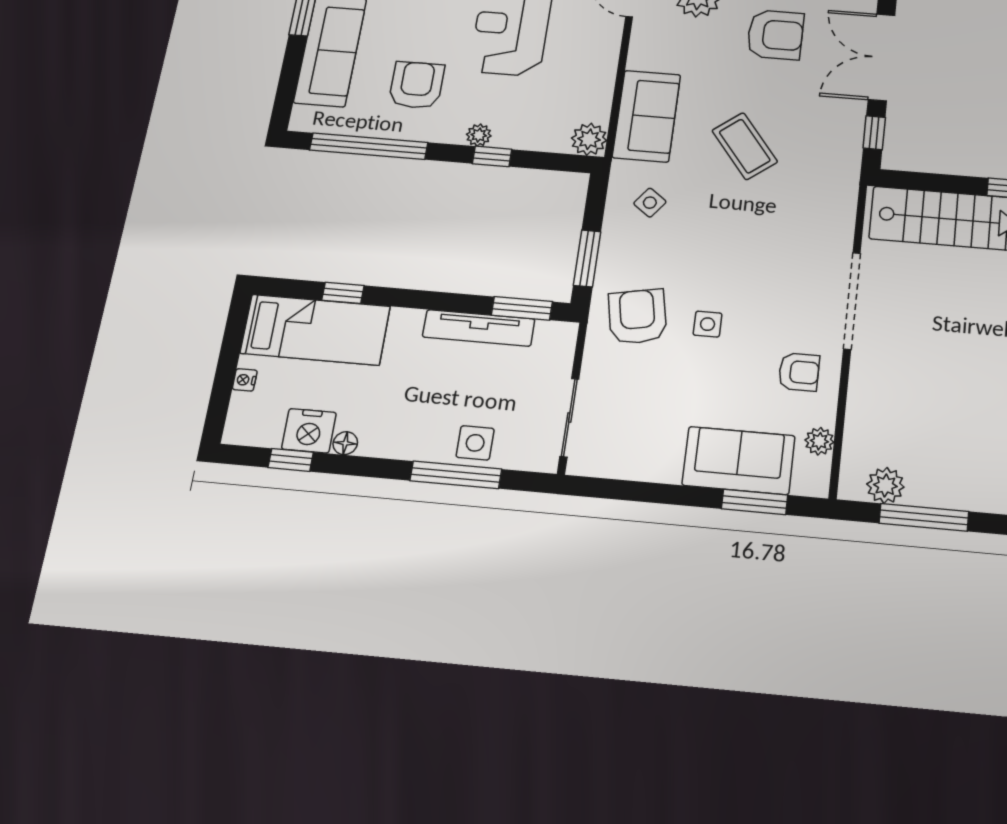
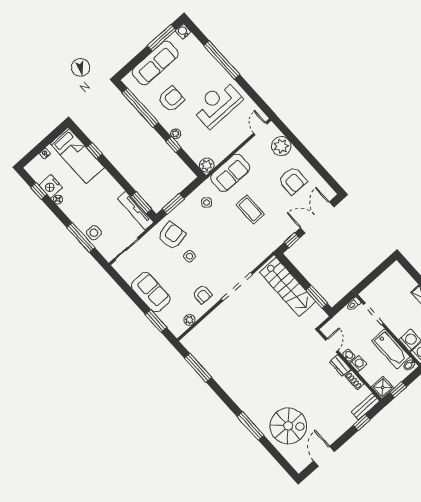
coffee table: (745, 146) -> (250, 210), turned -52
tv unit: (479, 328) -> (135, 211), moved
sofa: (739, 460) -> (151, 292), moved
plant: (885, 485) -> (196, 349), removed

